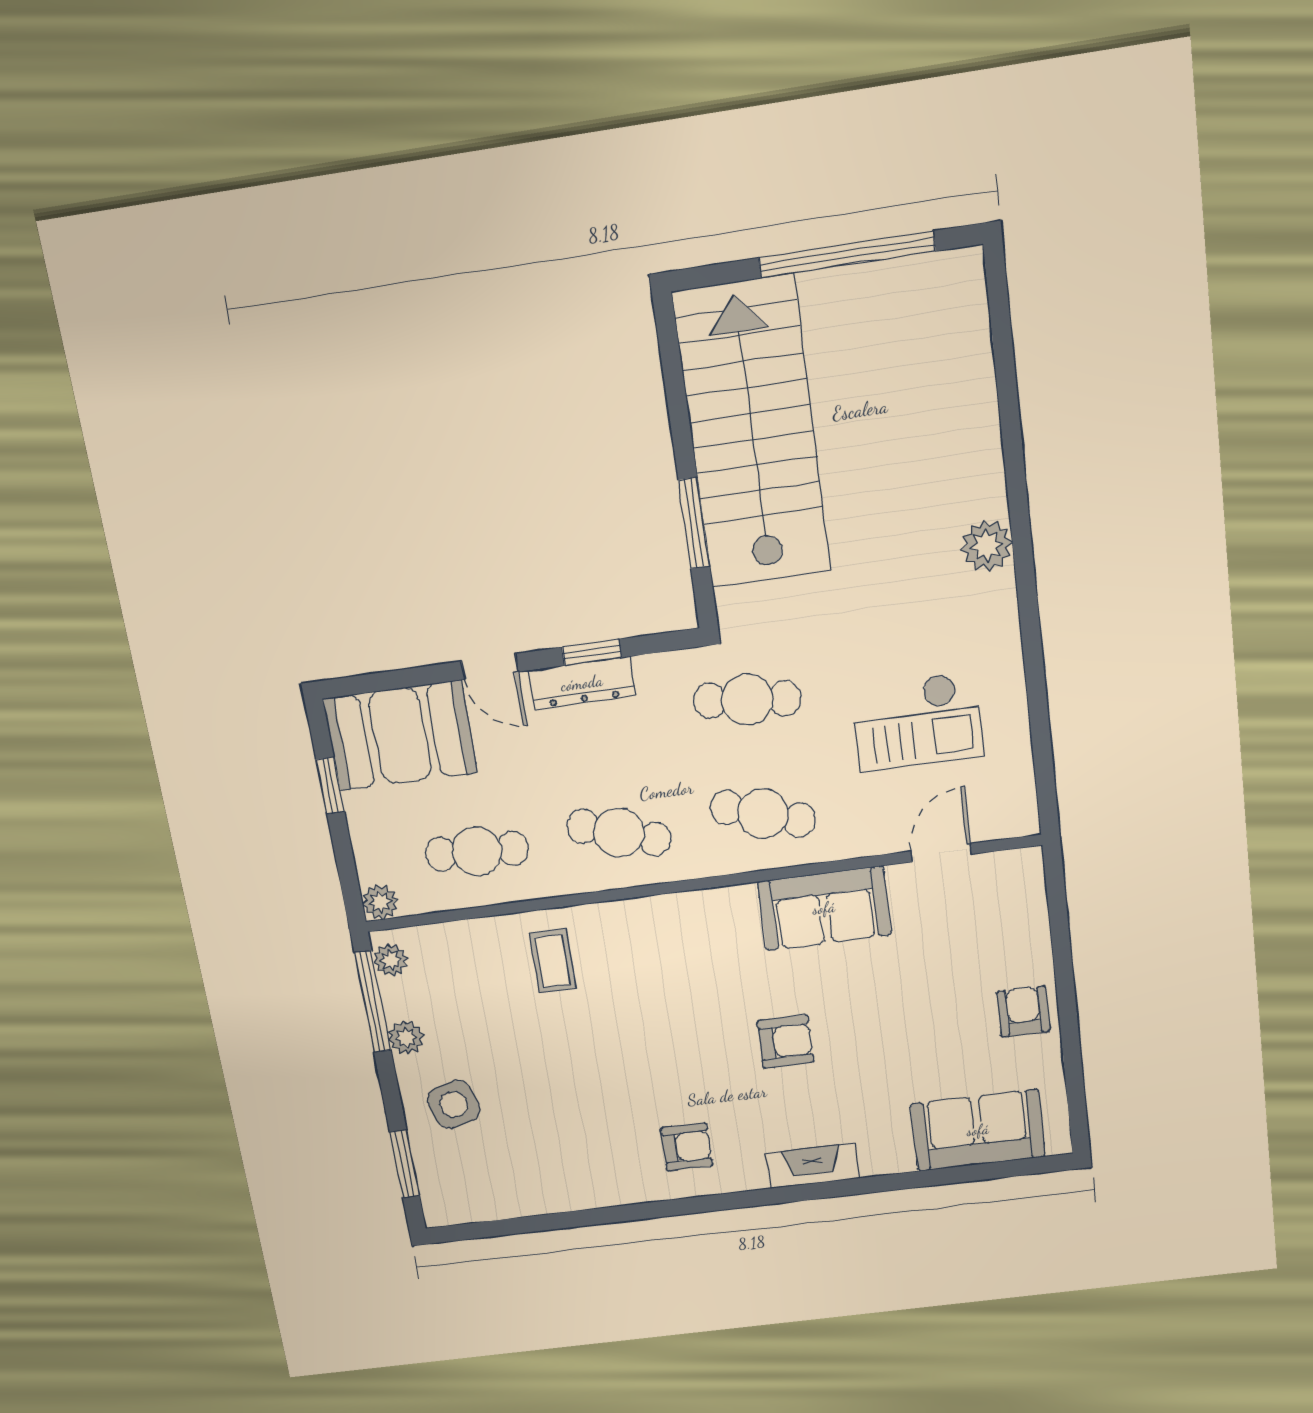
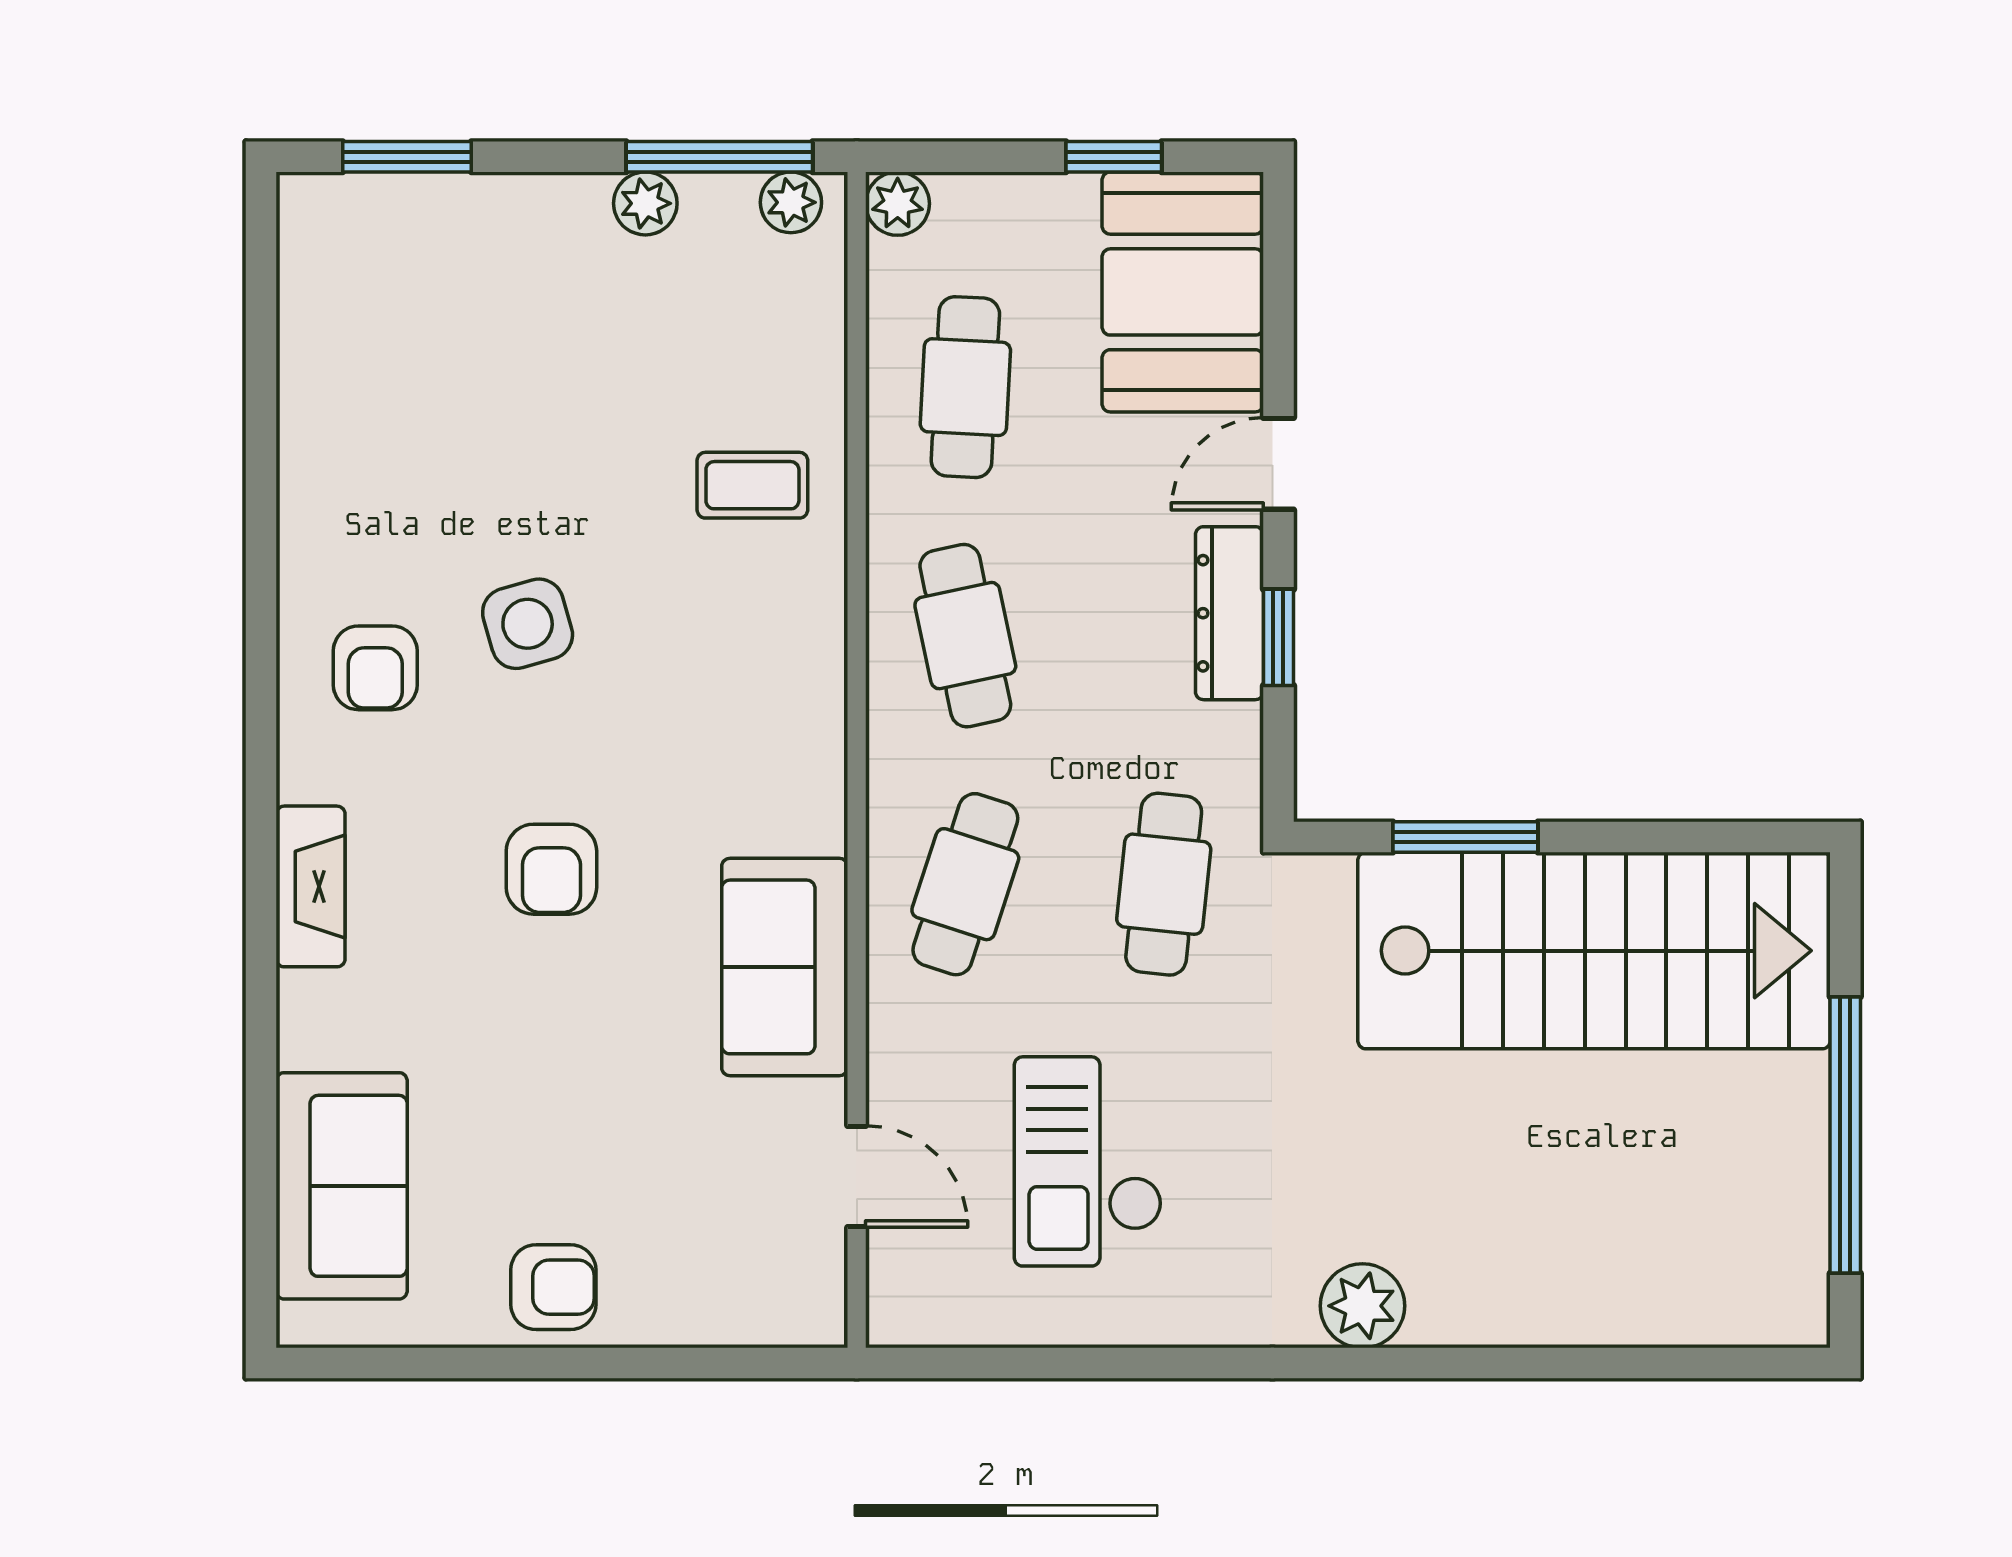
cafe table: (619, 833) -> (965, 636), turned -30
side table: (454, 1104) -> (528, 624), moved

